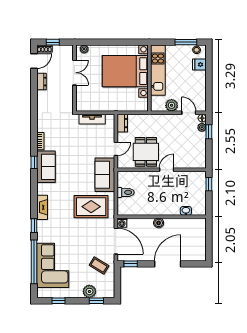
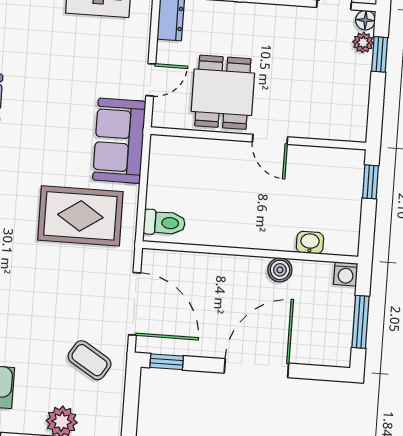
door: (167, 170) -> (270, 139), swing flipped
toilet: (126, 192) -> (164, 223), moved
washing machine: (122, 223) -> (346, 274), moved
boiler: (159, 223) -> (280, 270), moved
window: (209, 242) -> (360, 322), added

